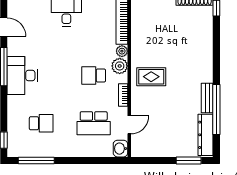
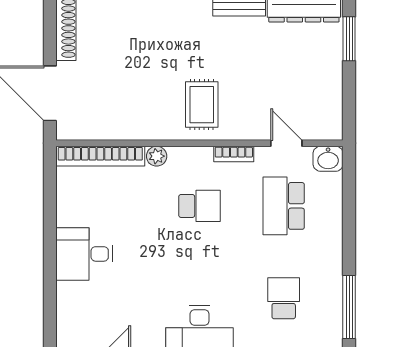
plant: (120, 66) -> (183, 160), removed
school desk: (94, 75) -> (199, 206), turned -90
school desk: (94, 123) -> (284, 206), turned 180

